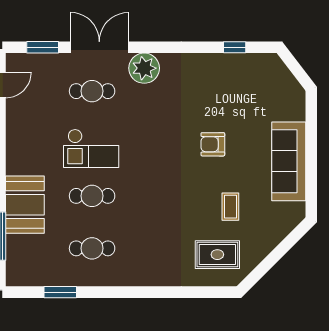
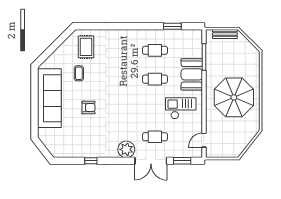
window: (235, 47) -> (91, 161), moved
checkout: (91, 148) -> (181, 108), moved
sofa: (289, 161) -> (49, 98), width x1.36, depth x1.27
rug: (217, 255) -> (86, 47), turned 90

